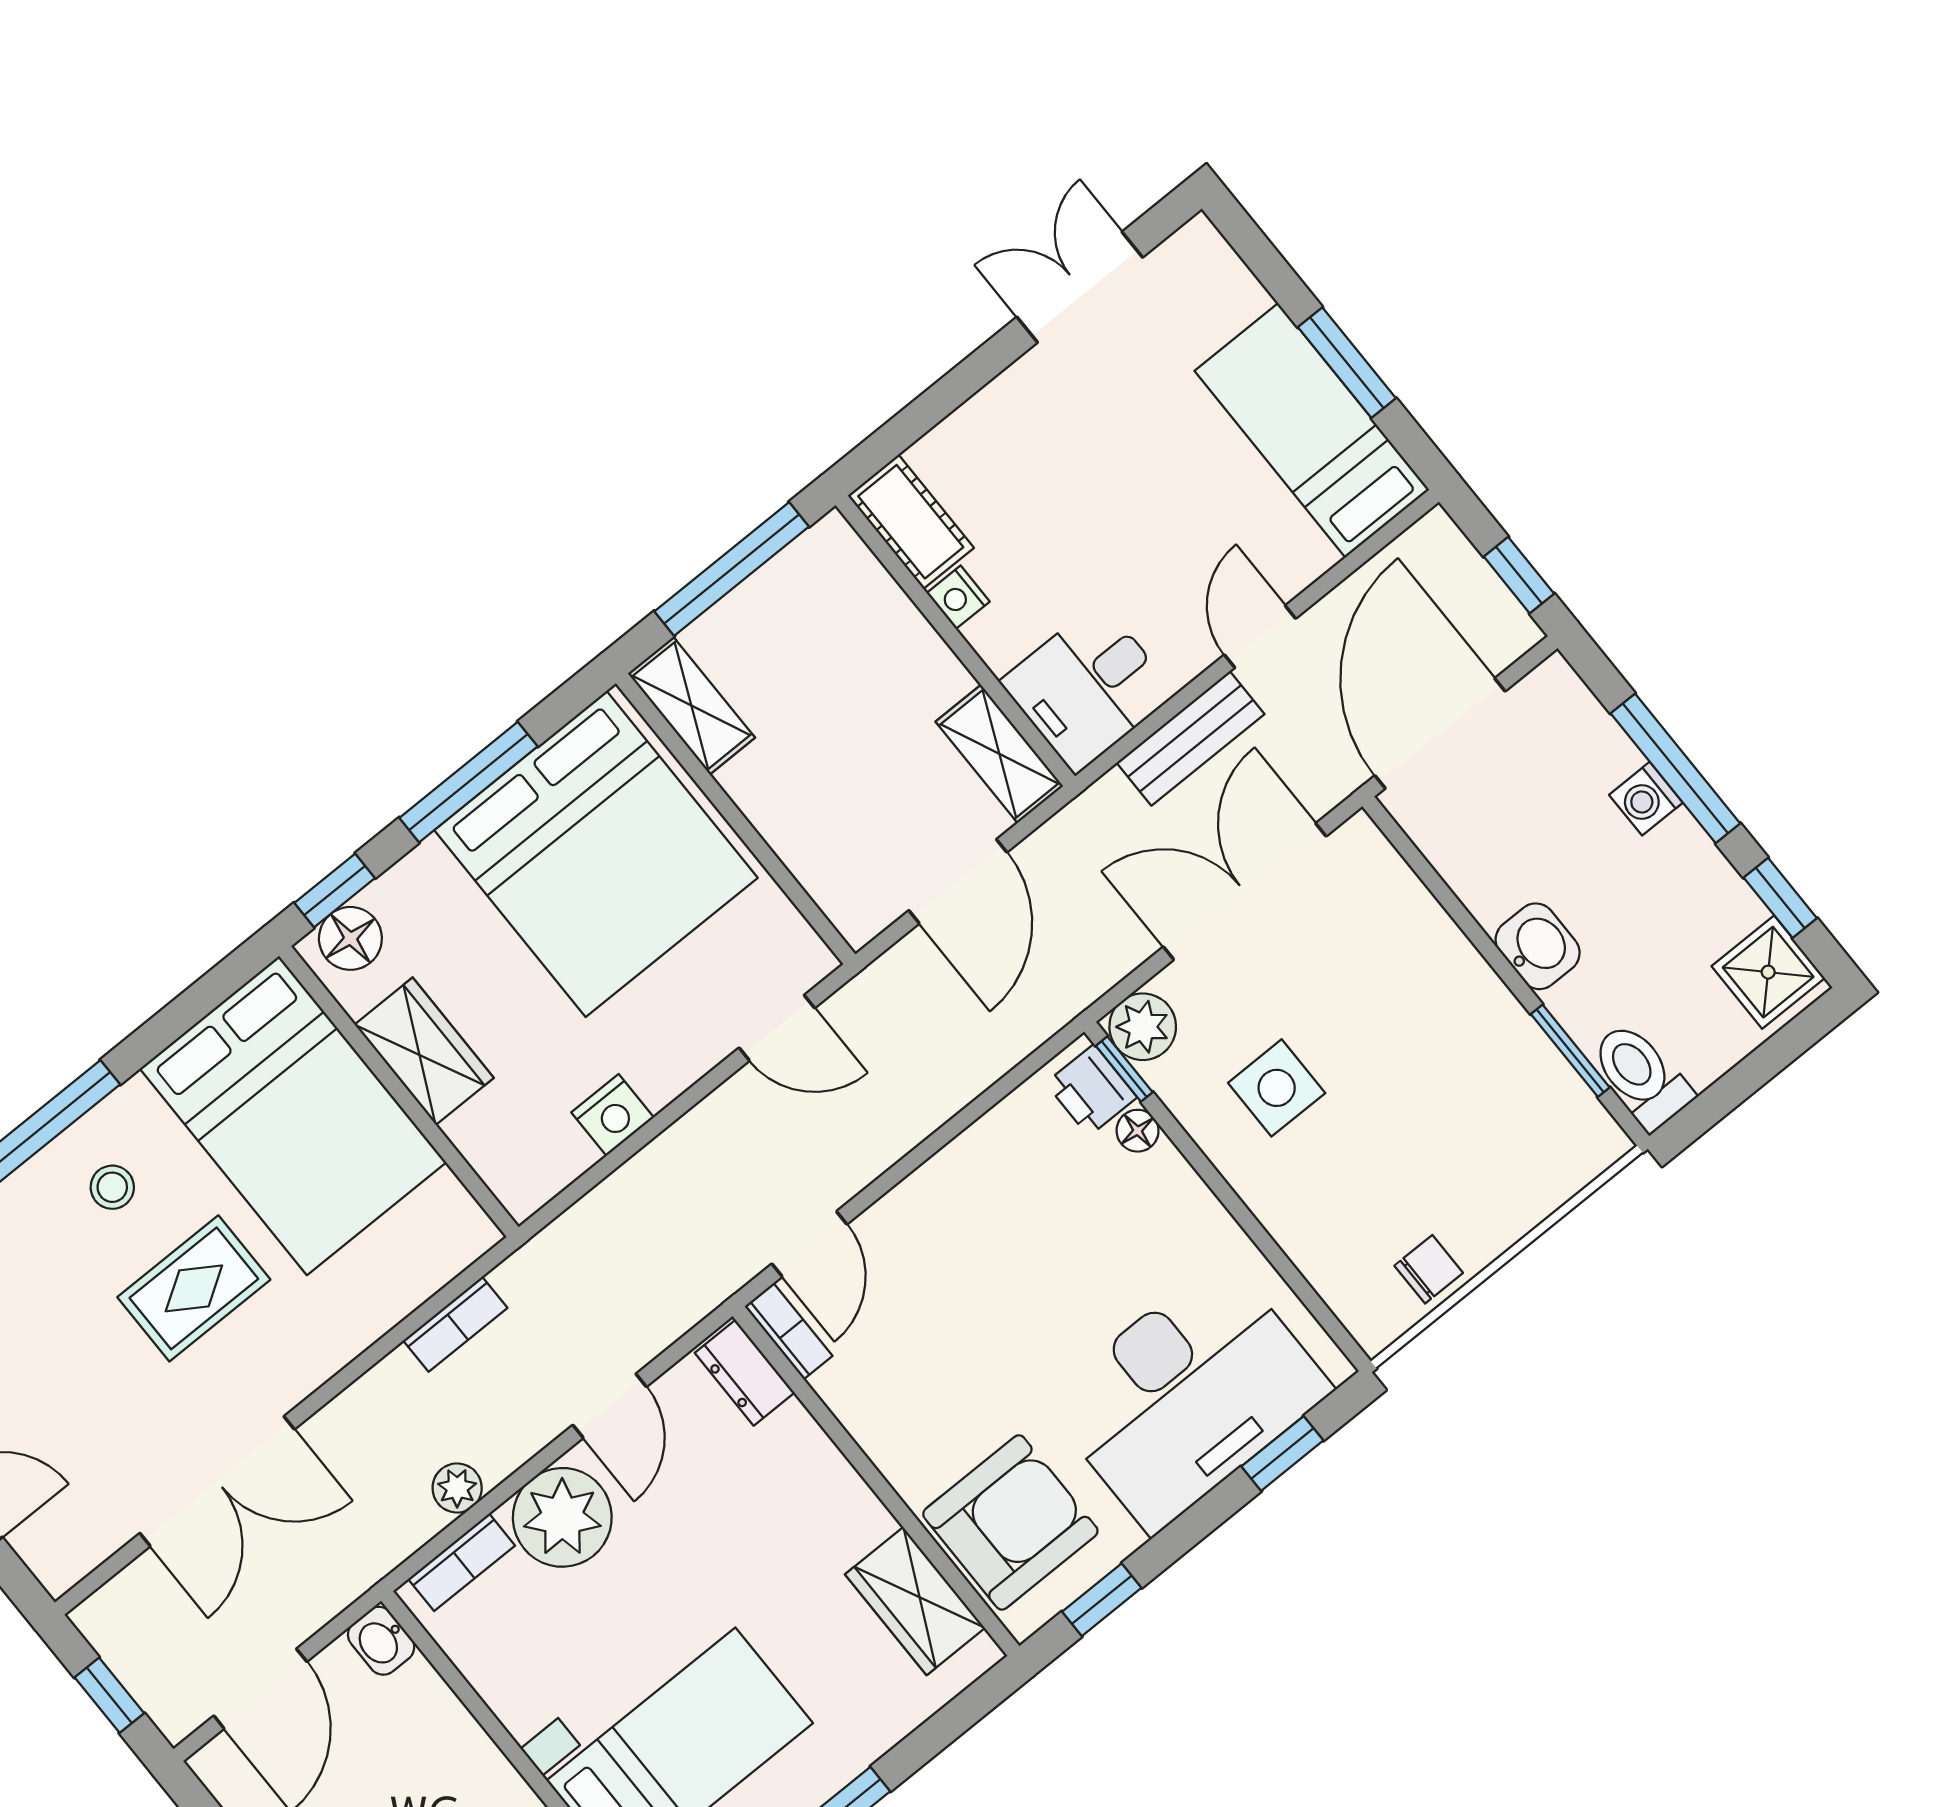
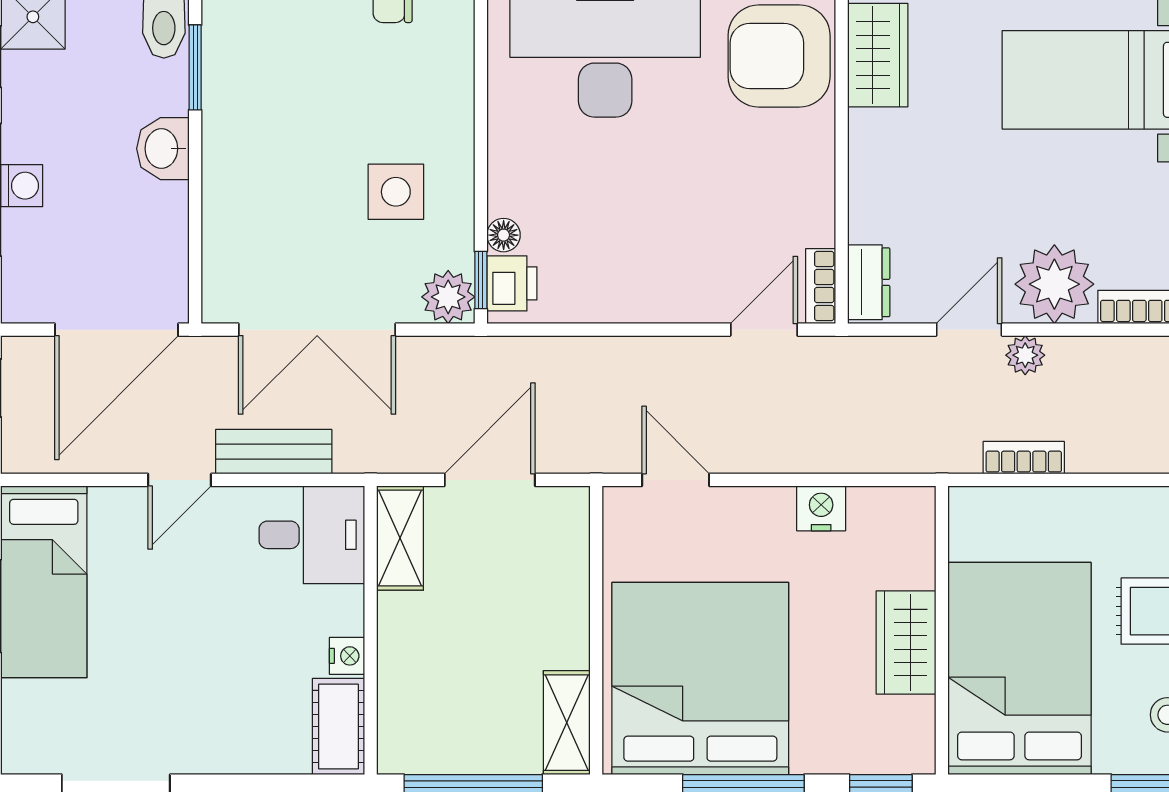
floor lamp: (350, 938) -> (895, 750), removed
plant: (457, 1488) -> (1025, 355), moved

